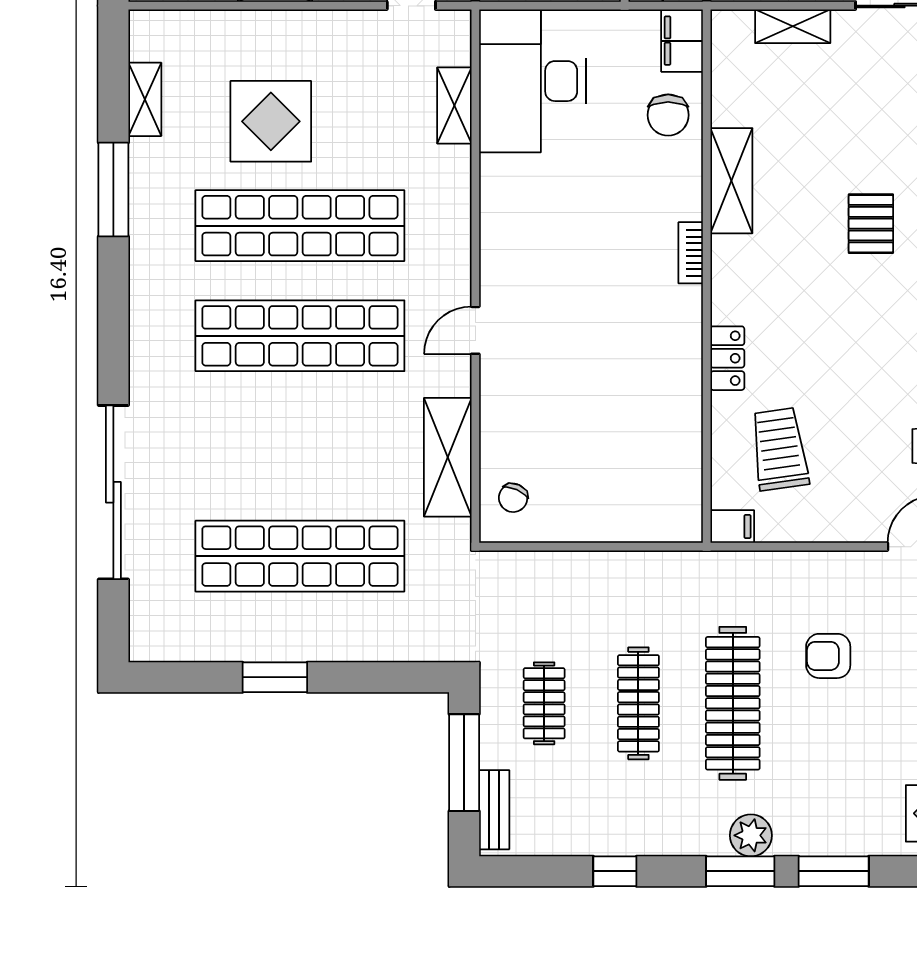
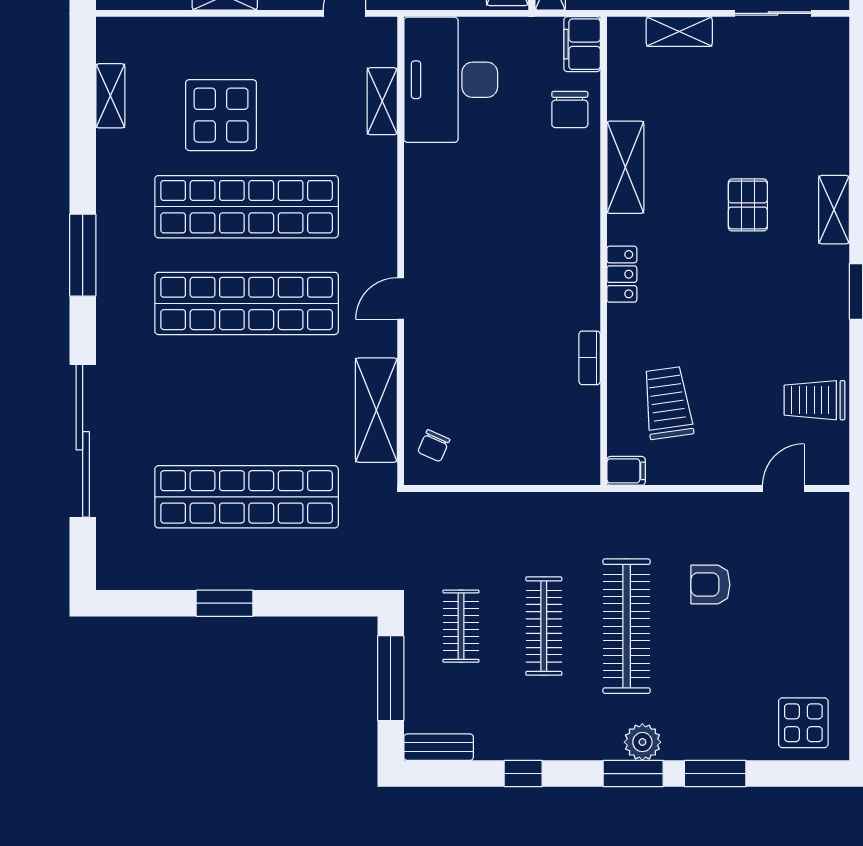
window: (113, 190) -> (83, 255), moved
bookcase: (691, 253) -> (590, 358), moved
locker: (727, 358) -> (622, 274), moved
bench: (494, 810) -> (439, 747), moved, turned 90

